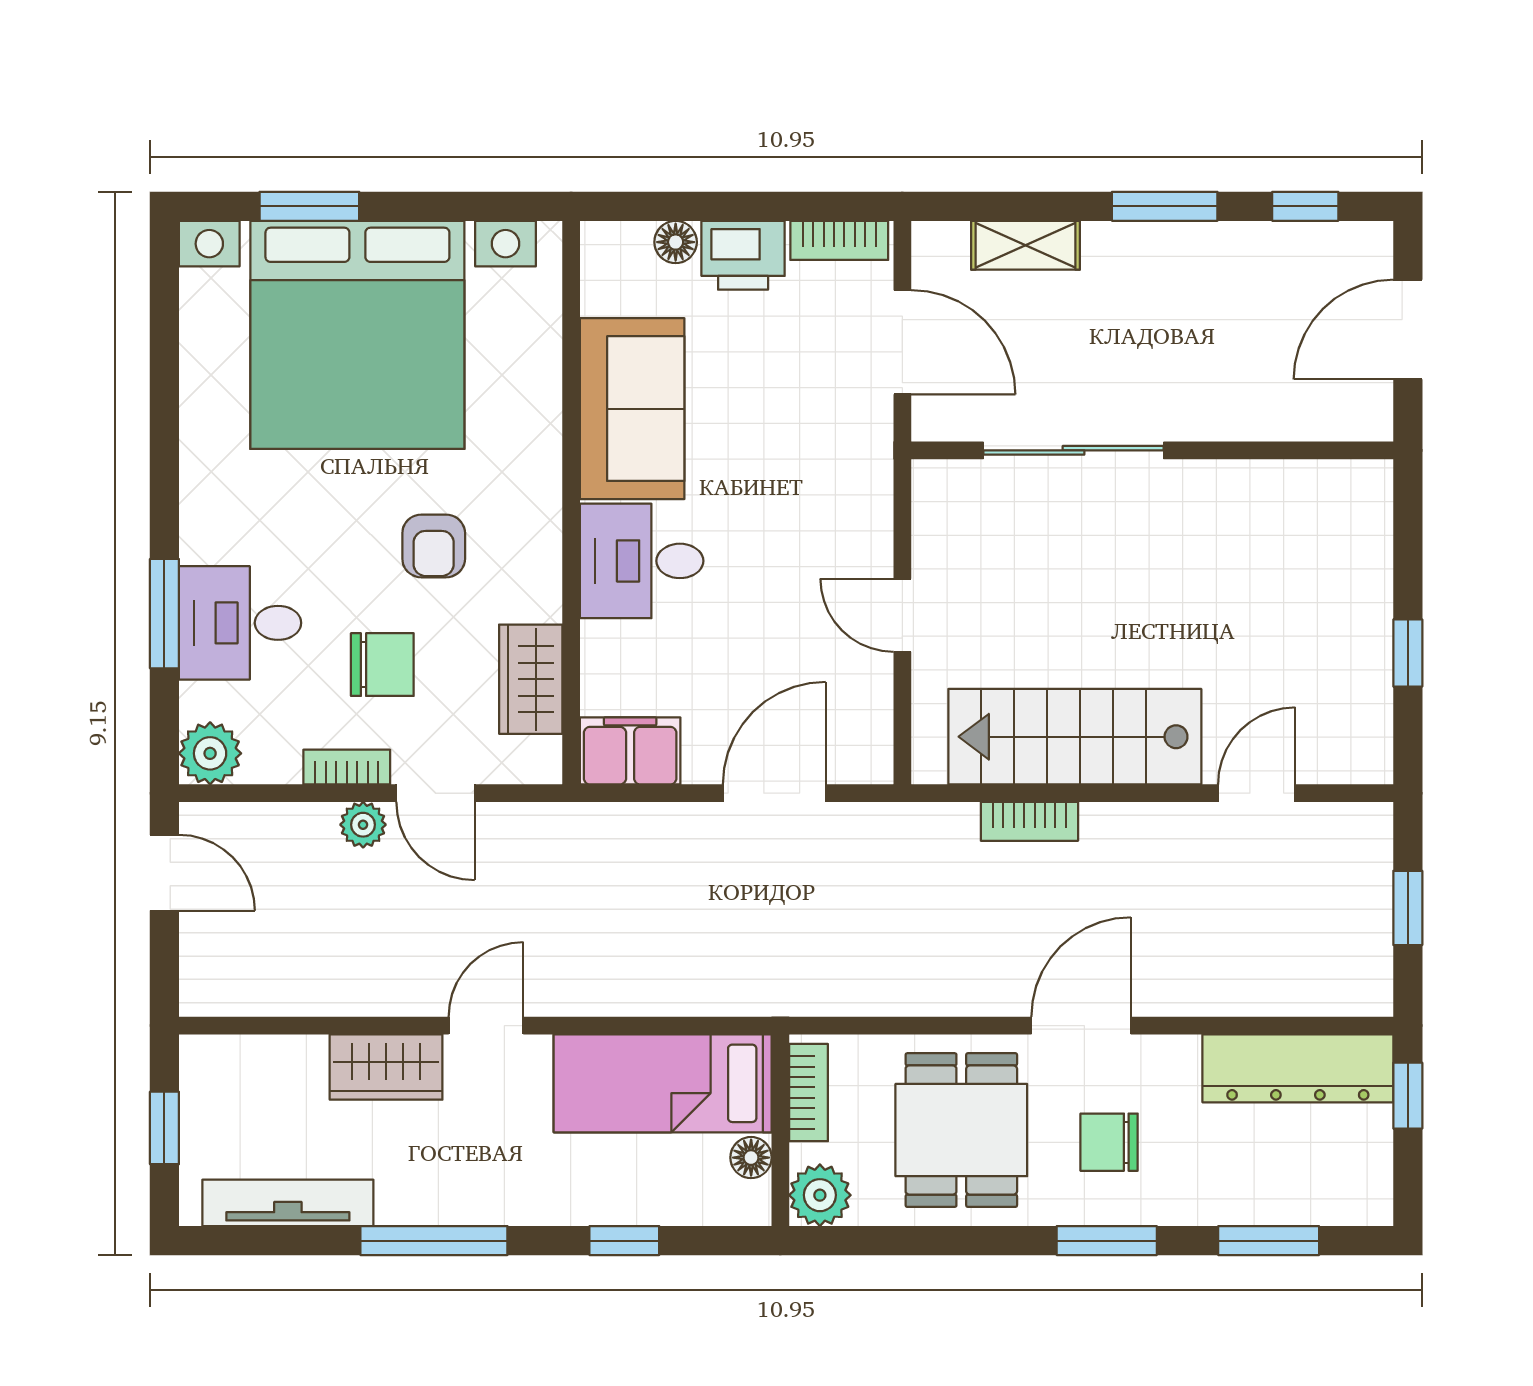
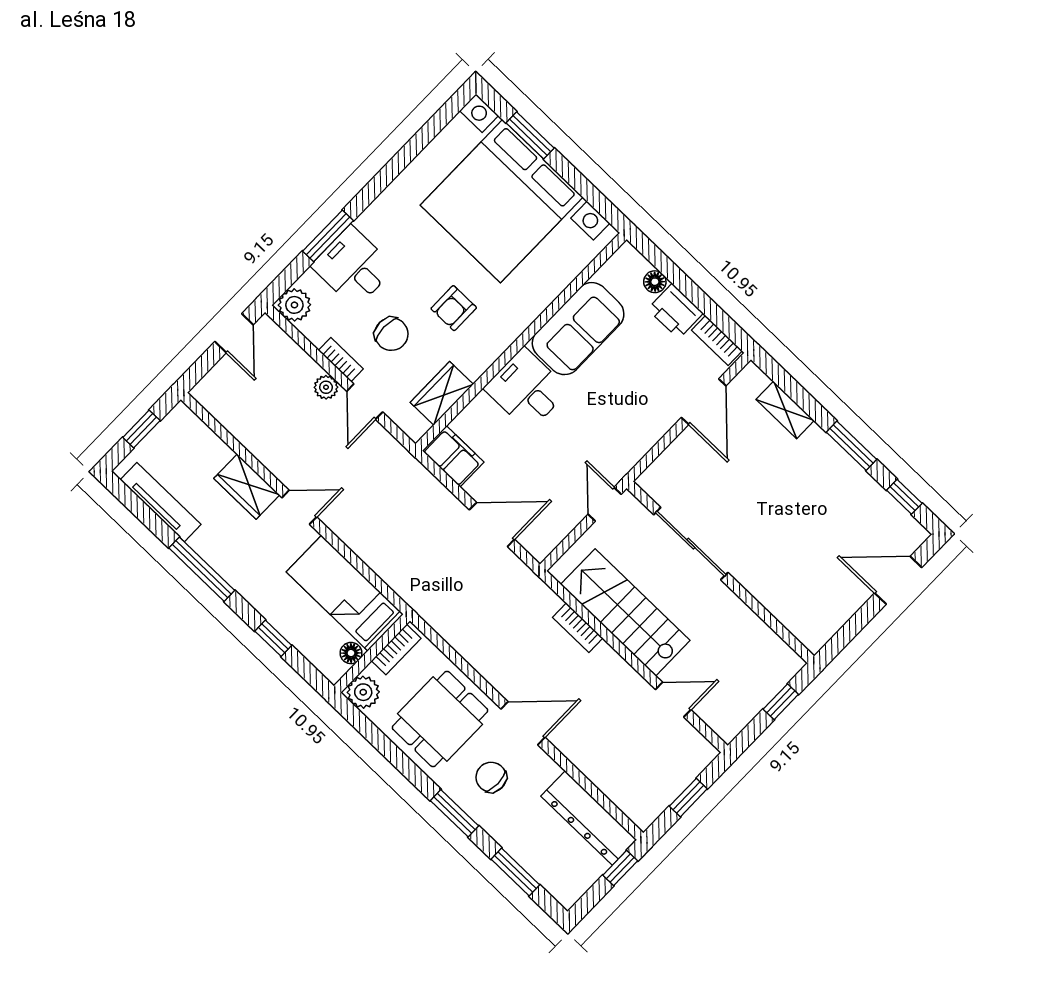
sliding door: (1074, 450) -> (691, 544), moved
wall: (1152, 450) -> (720, 572), moved

